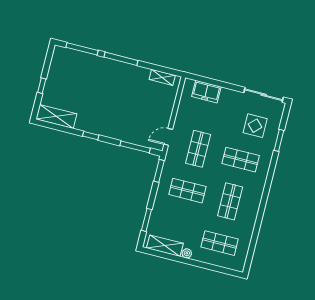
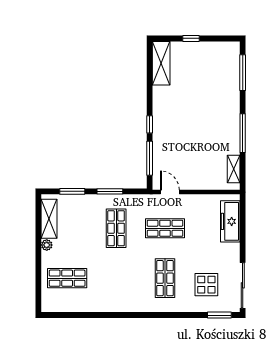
window: (121, 59) -> (243, 133), moved
freezer: (206, 92) -> (230, 221), width x1.40
window: (91, 136) -> (150, 124), moved
window: (279, 140) -> (219, 315), moved
window: (159, 171) -> (110, 191), moved
shop shelf: (230, 201) -> (116, 278), removed
shop shelf: (220, 243) -> (67, 278), turned 90

